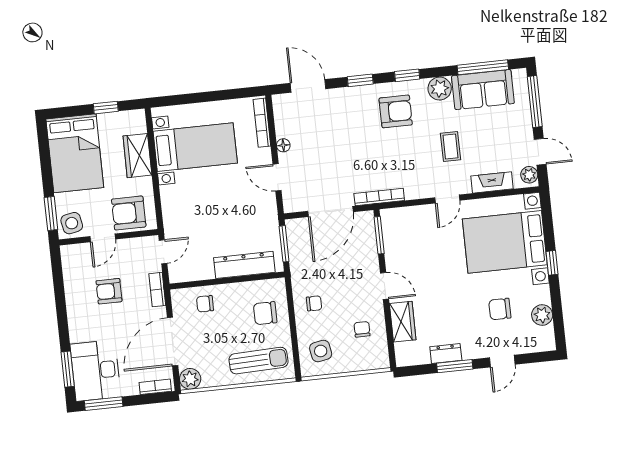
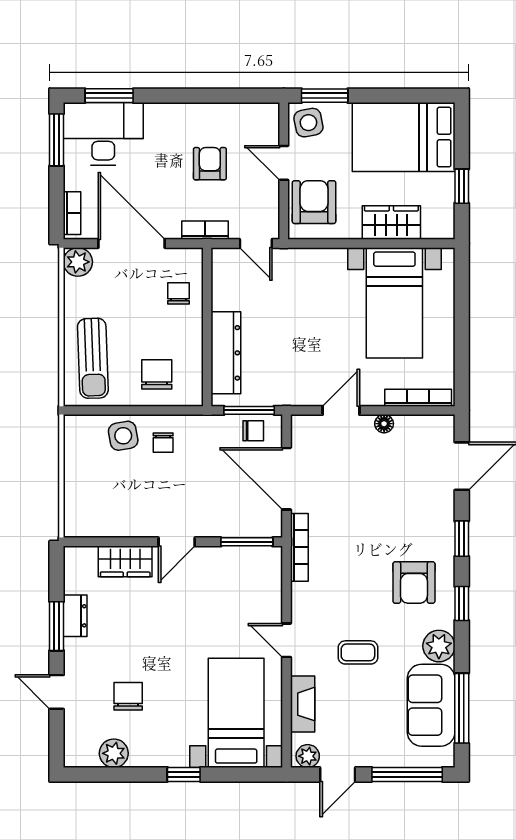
bed with nightstands: (505, 242) -> (236, 713), width x0.73
chair: (362, 329) -> (253, 431), moved
side table: (321, 351) -> (123, 436), moved

